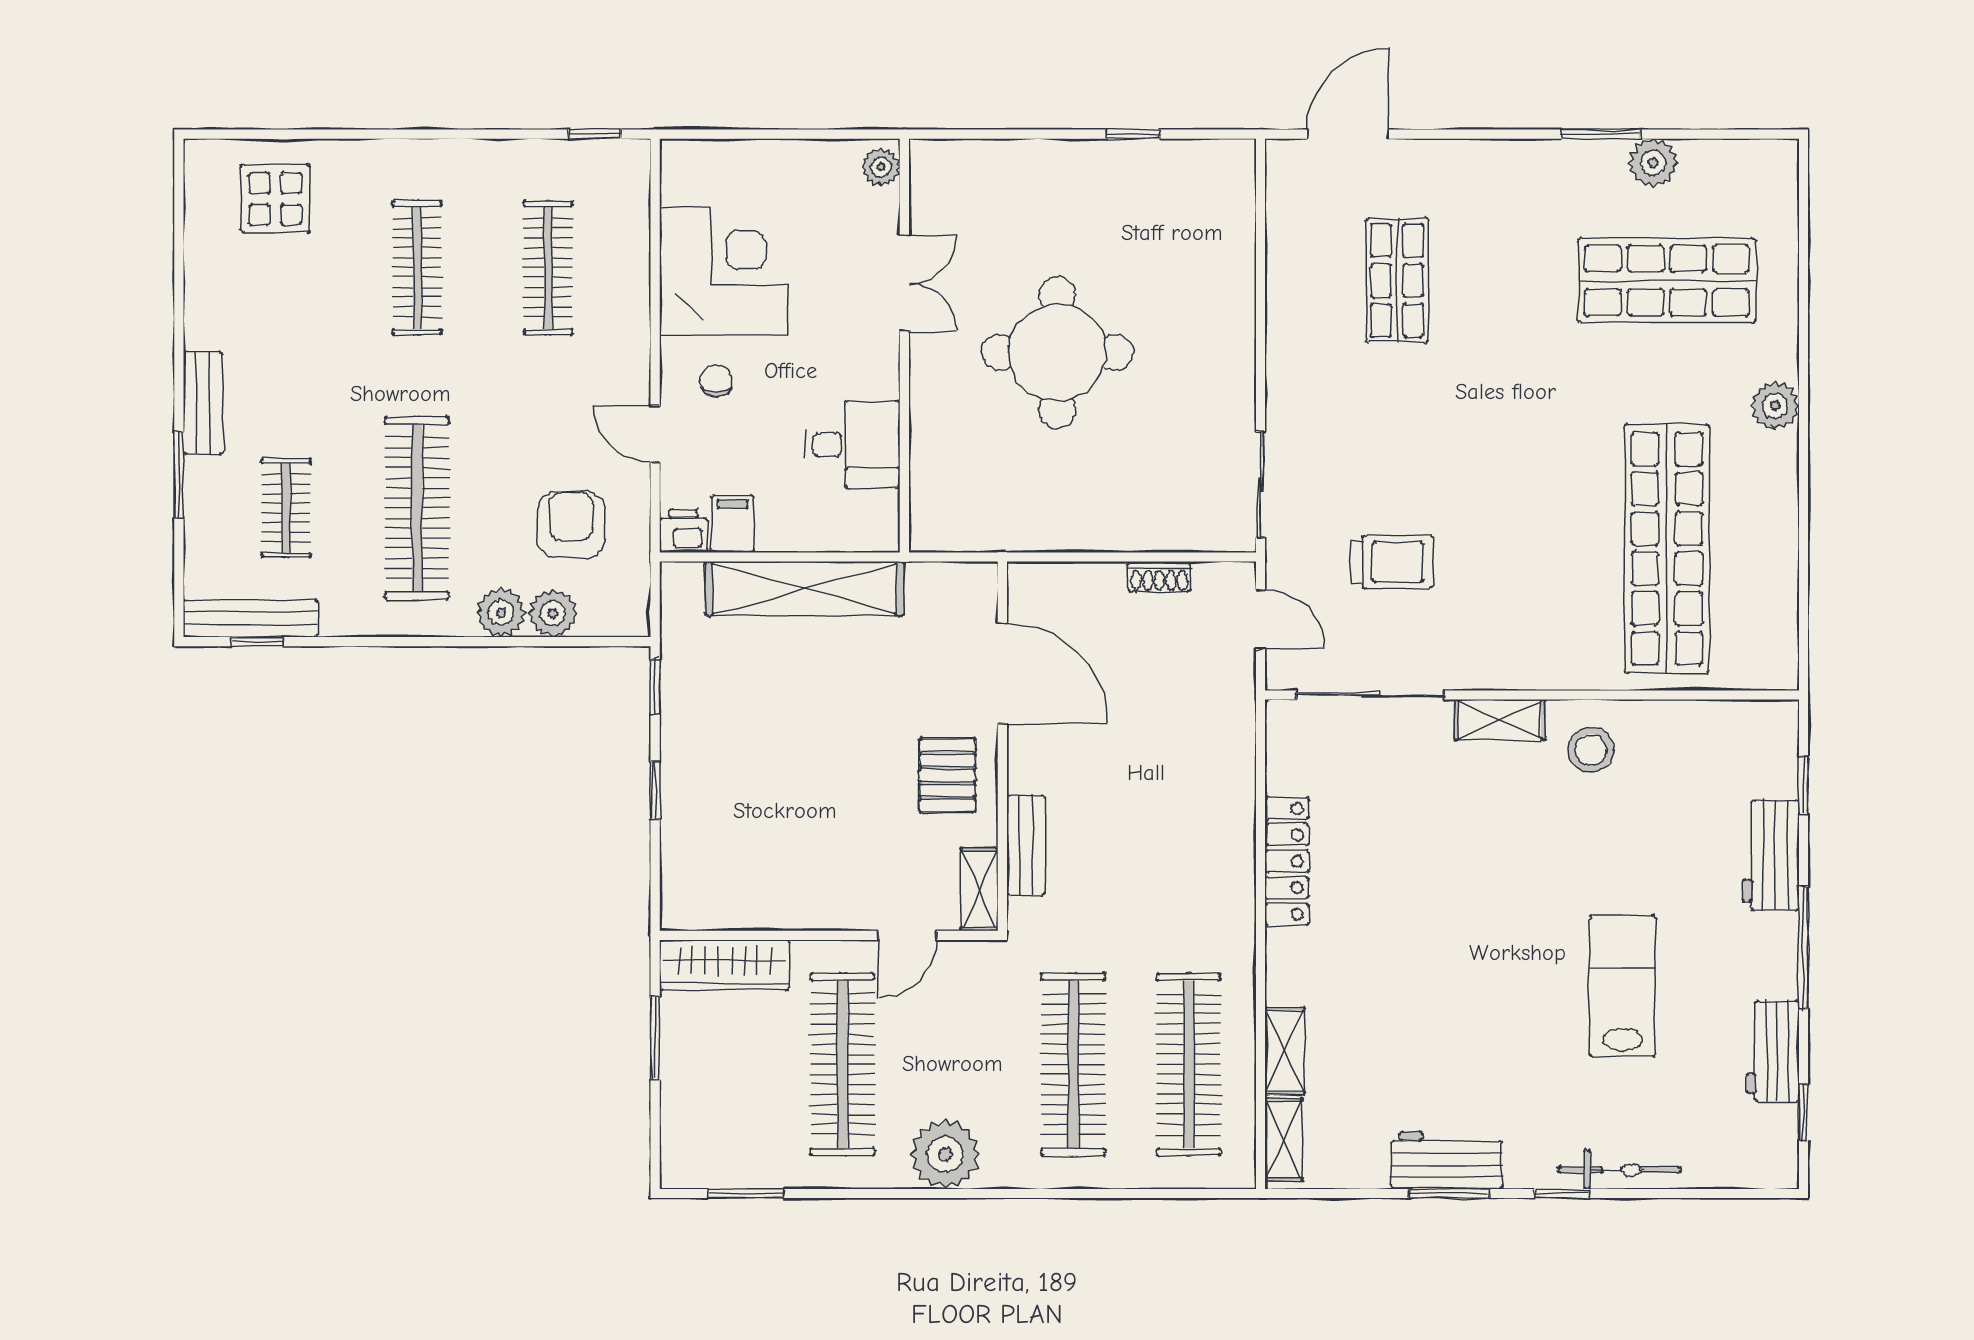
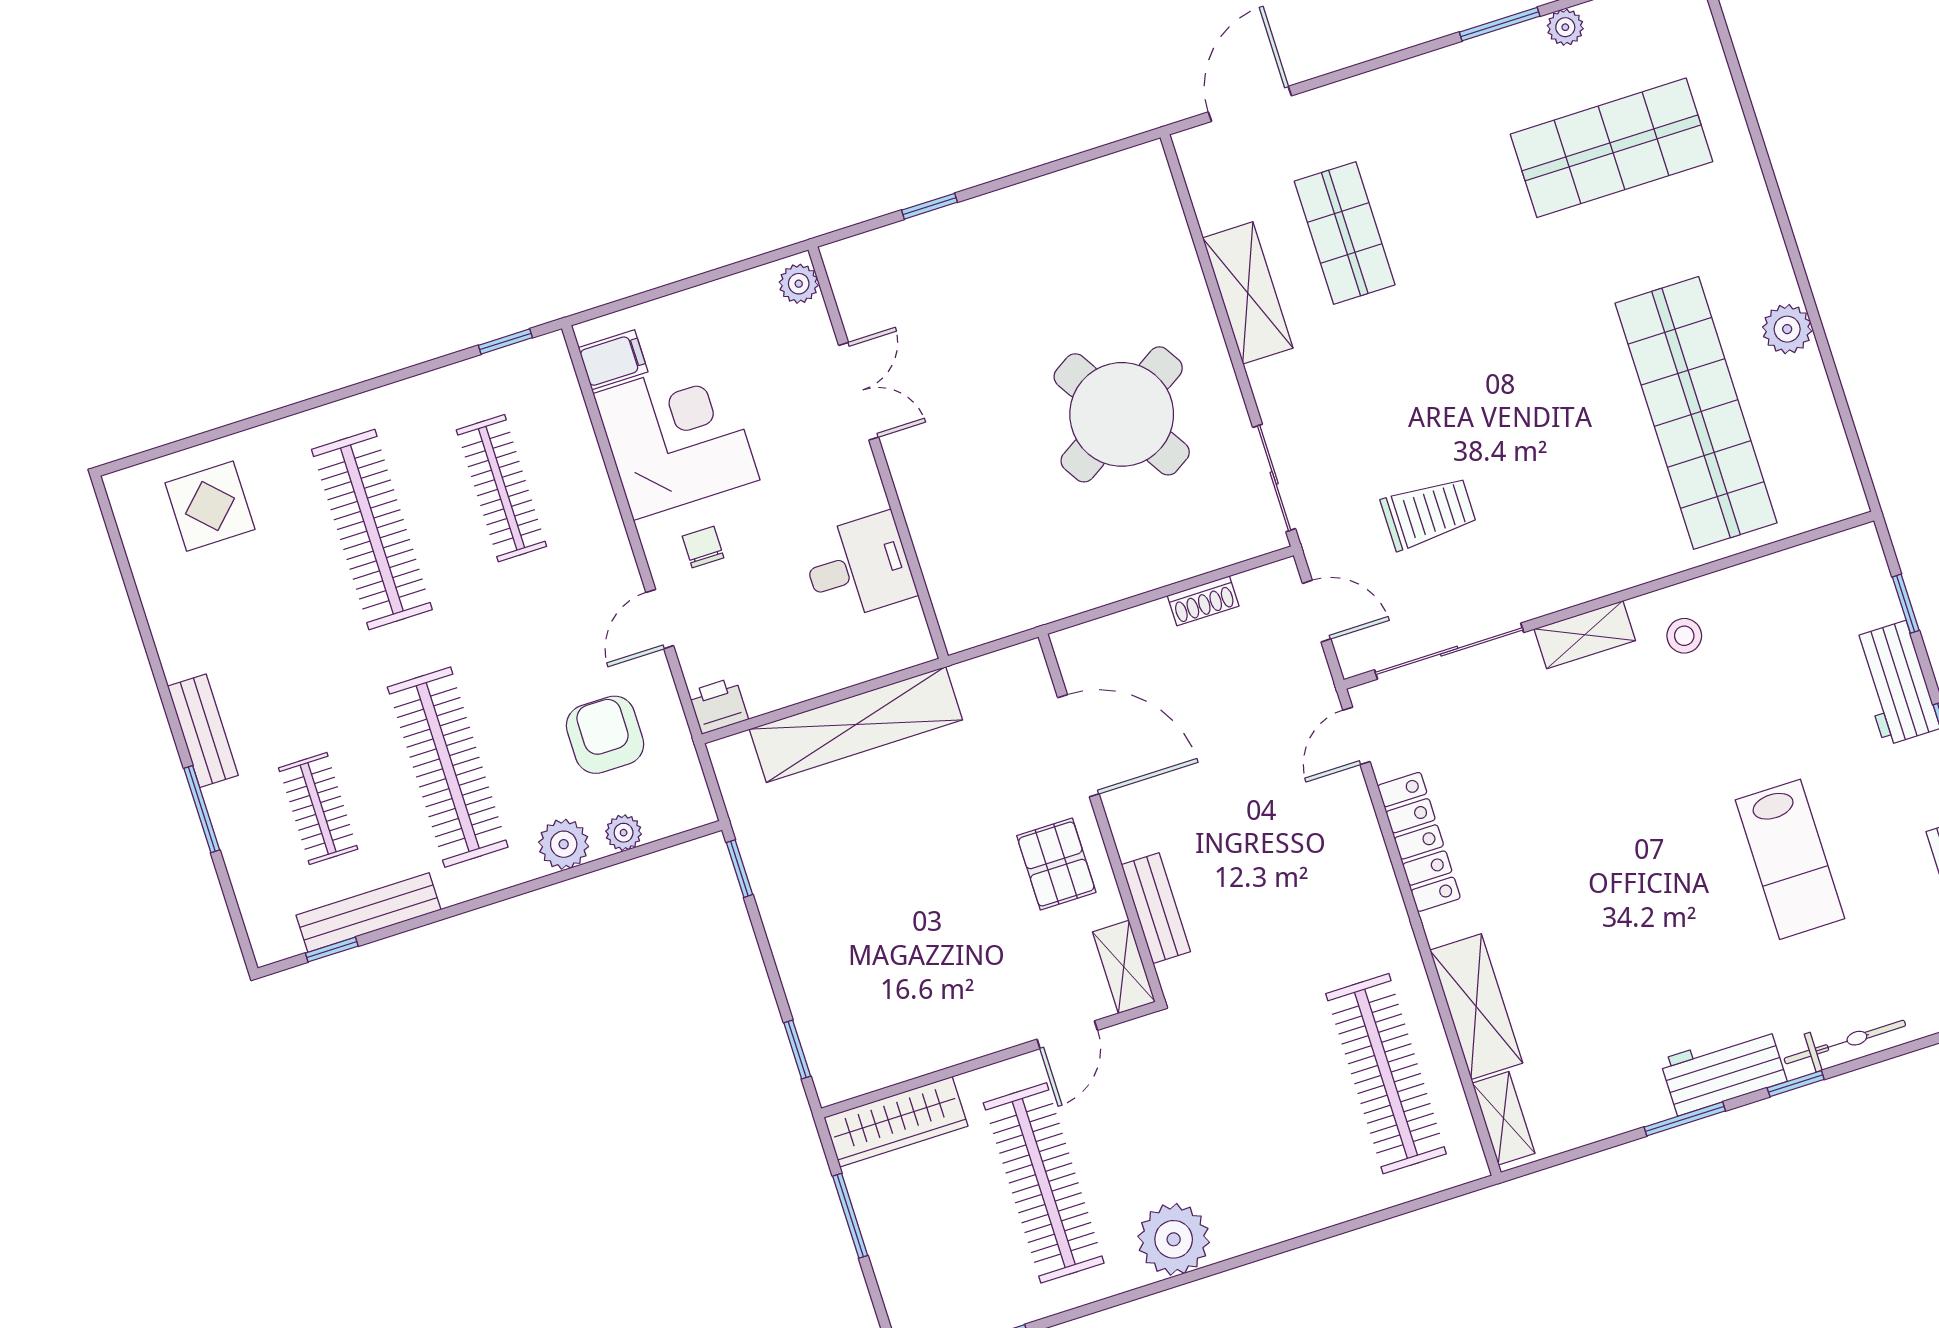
window: (1133, 134) -> (929, 206), moved
plant: (1653, 163) -> (1565, 27), width x0.73, depth x0.73
clothes rail: (417, 268) -> (372, 530), width x1.37, depth x1.31
shelving: (1291, 307) -> (1248, 293), added
round table: (1057, 352) -> (1122, 414), moved, turned -32
plant: (1775, 406) -> (1787, 329), moved
door: (655, 434) -> (660, 619), hinge flipped
filing cabinet: (732, 524) -> (613, 360), moved, turned 90
plant: (553, 613) -> (624, 833), width x0.73, depth x0.73
bench: (251, 618) -> (368, 912), moved
door: (1261, 745) -> (1356, 736), added
stool: (1591, 750) -> (1684, 636), width x0.73, depth x0.73
window: (655, 791) -> (797, 1049), moved
lab bench: (1622, 986) -> (1790, 859), turned 180
shelving: (1285, 1051) -> (1476, 1007), width x1.50, depth x1.33
clothes rail: (1073, 1064) -> (1272, 1110), removed
workbench: (1447, 1160) -> (1723, 1070), moved

